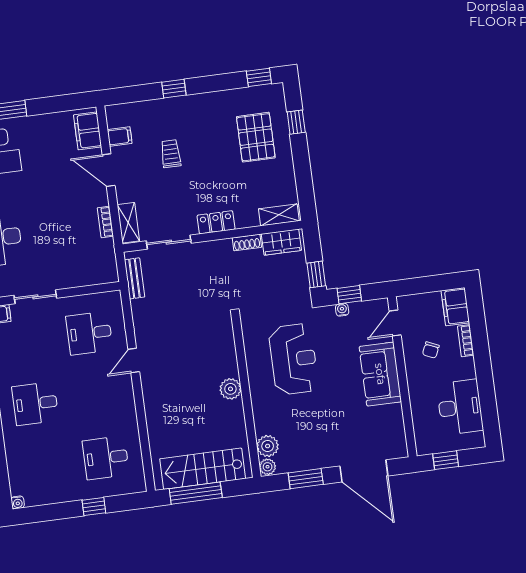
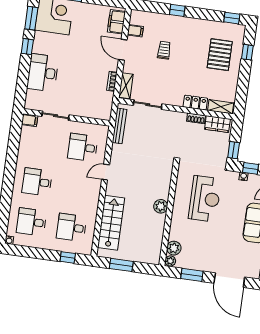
locker: (216, 222) -> (195, 103), moved
bench: (134, 278) -> (120, 126), width x1.36
desk: (43, 466) -> (31, 222), added
stairs: (203, 469) -> (111, 223), moved, turned 90
window: (196, 493) -> (121, 265), width x0.69
window: (94, 507) -> (68, 257), moved

